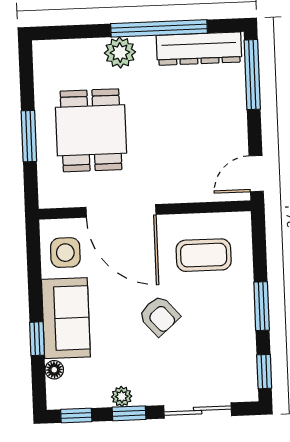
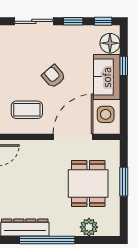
plant: (120, 52) -> (89, 227), moved
door: (121, 211) -> (73, 137), hinge flipped
floor lamp: (54, 370) -> (110, 43), width x1.89, depth x1.89
plant: (122, 396) -> (77, 31), removed

